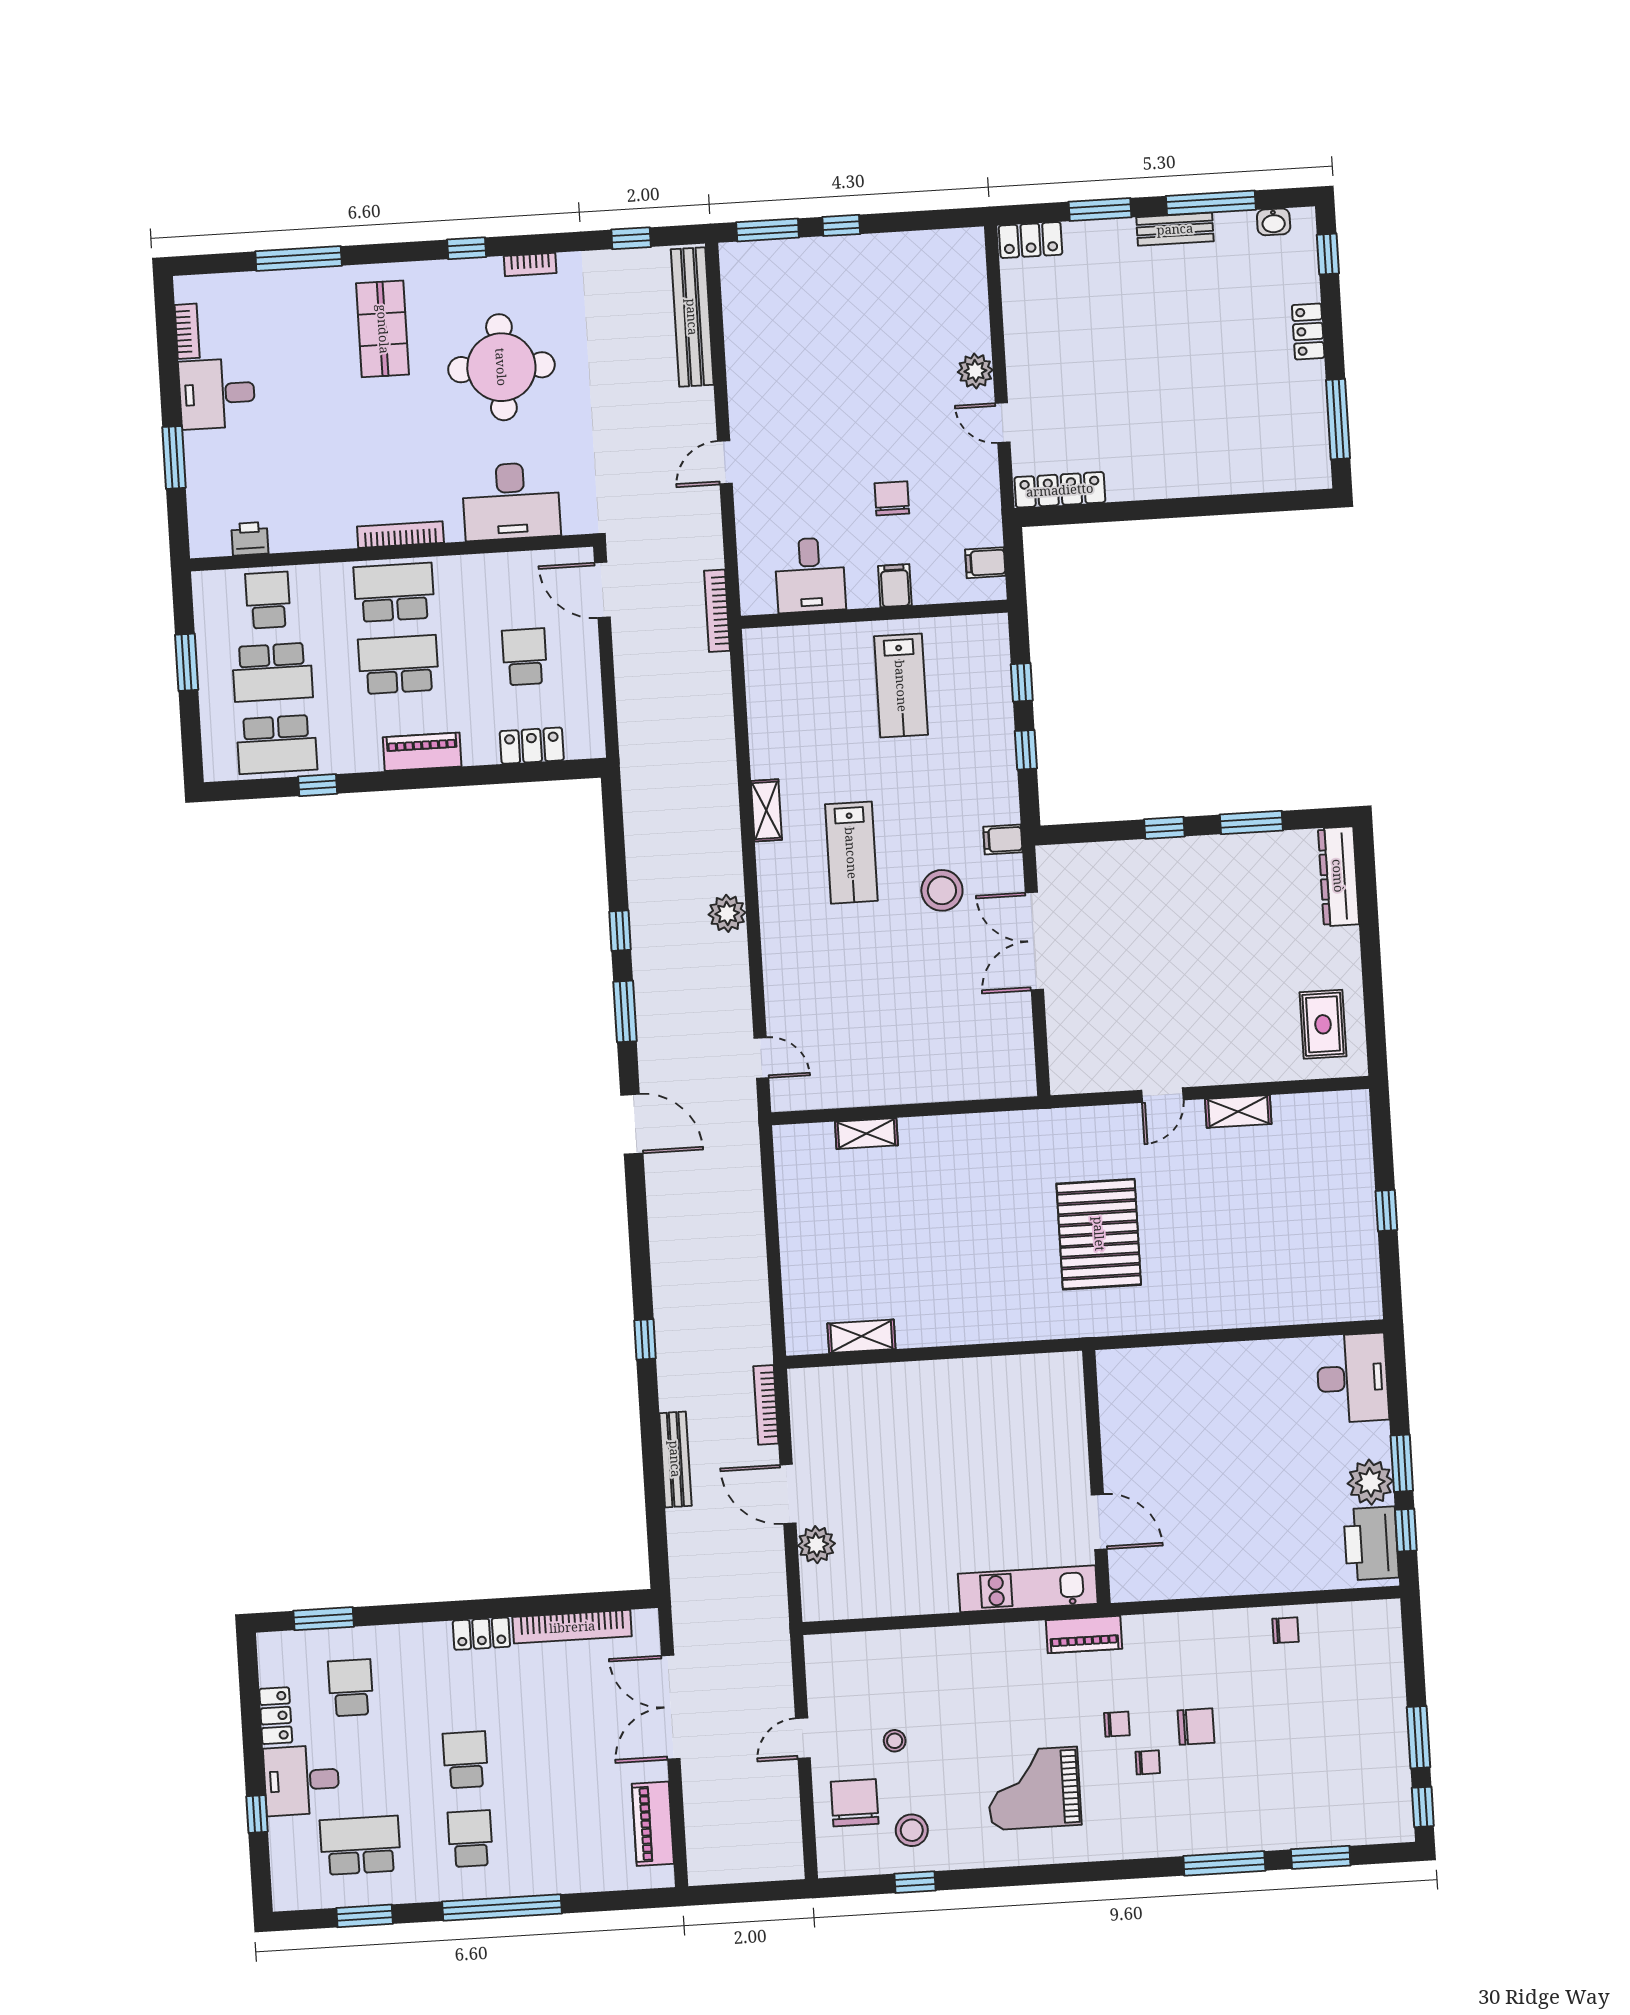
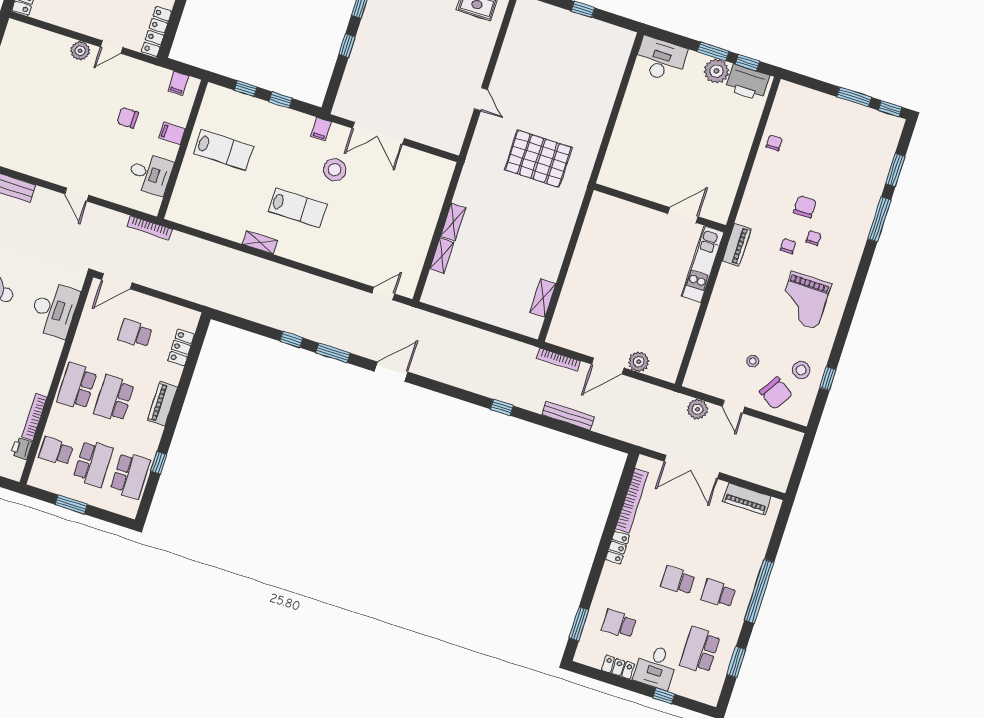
bookcase: (400, 535) -> (35, 417), moved
plant: (727, 913) -> (697, 409), moved
shelving: (1238, 1111) -> (453, 222), moved
chair: (855, 1803) -> (776, 393), turned -148

